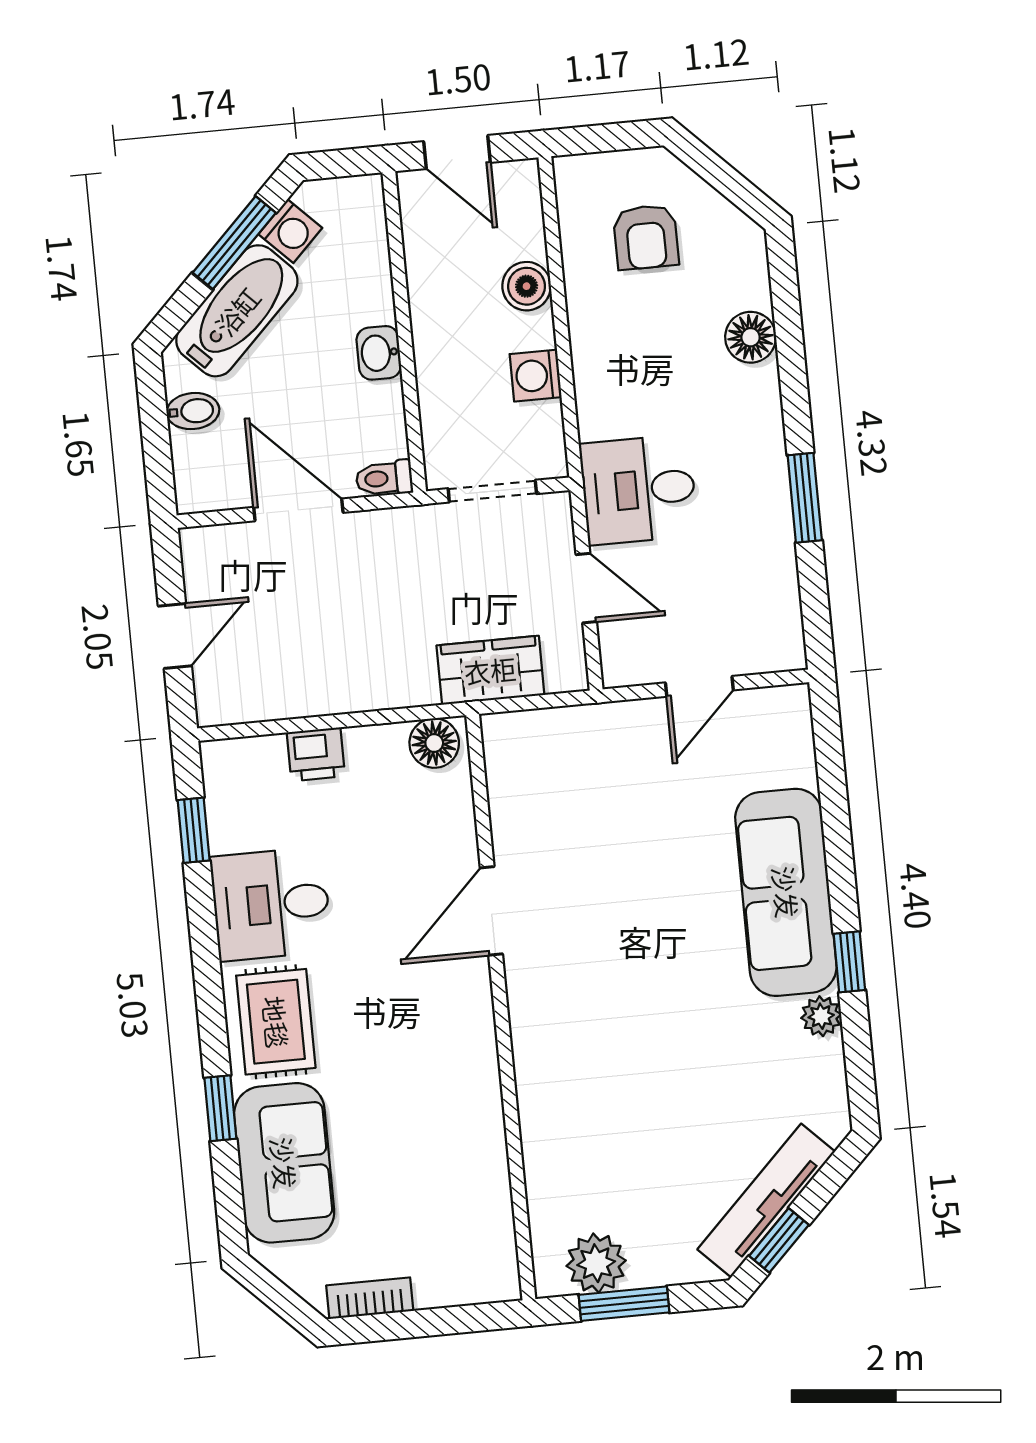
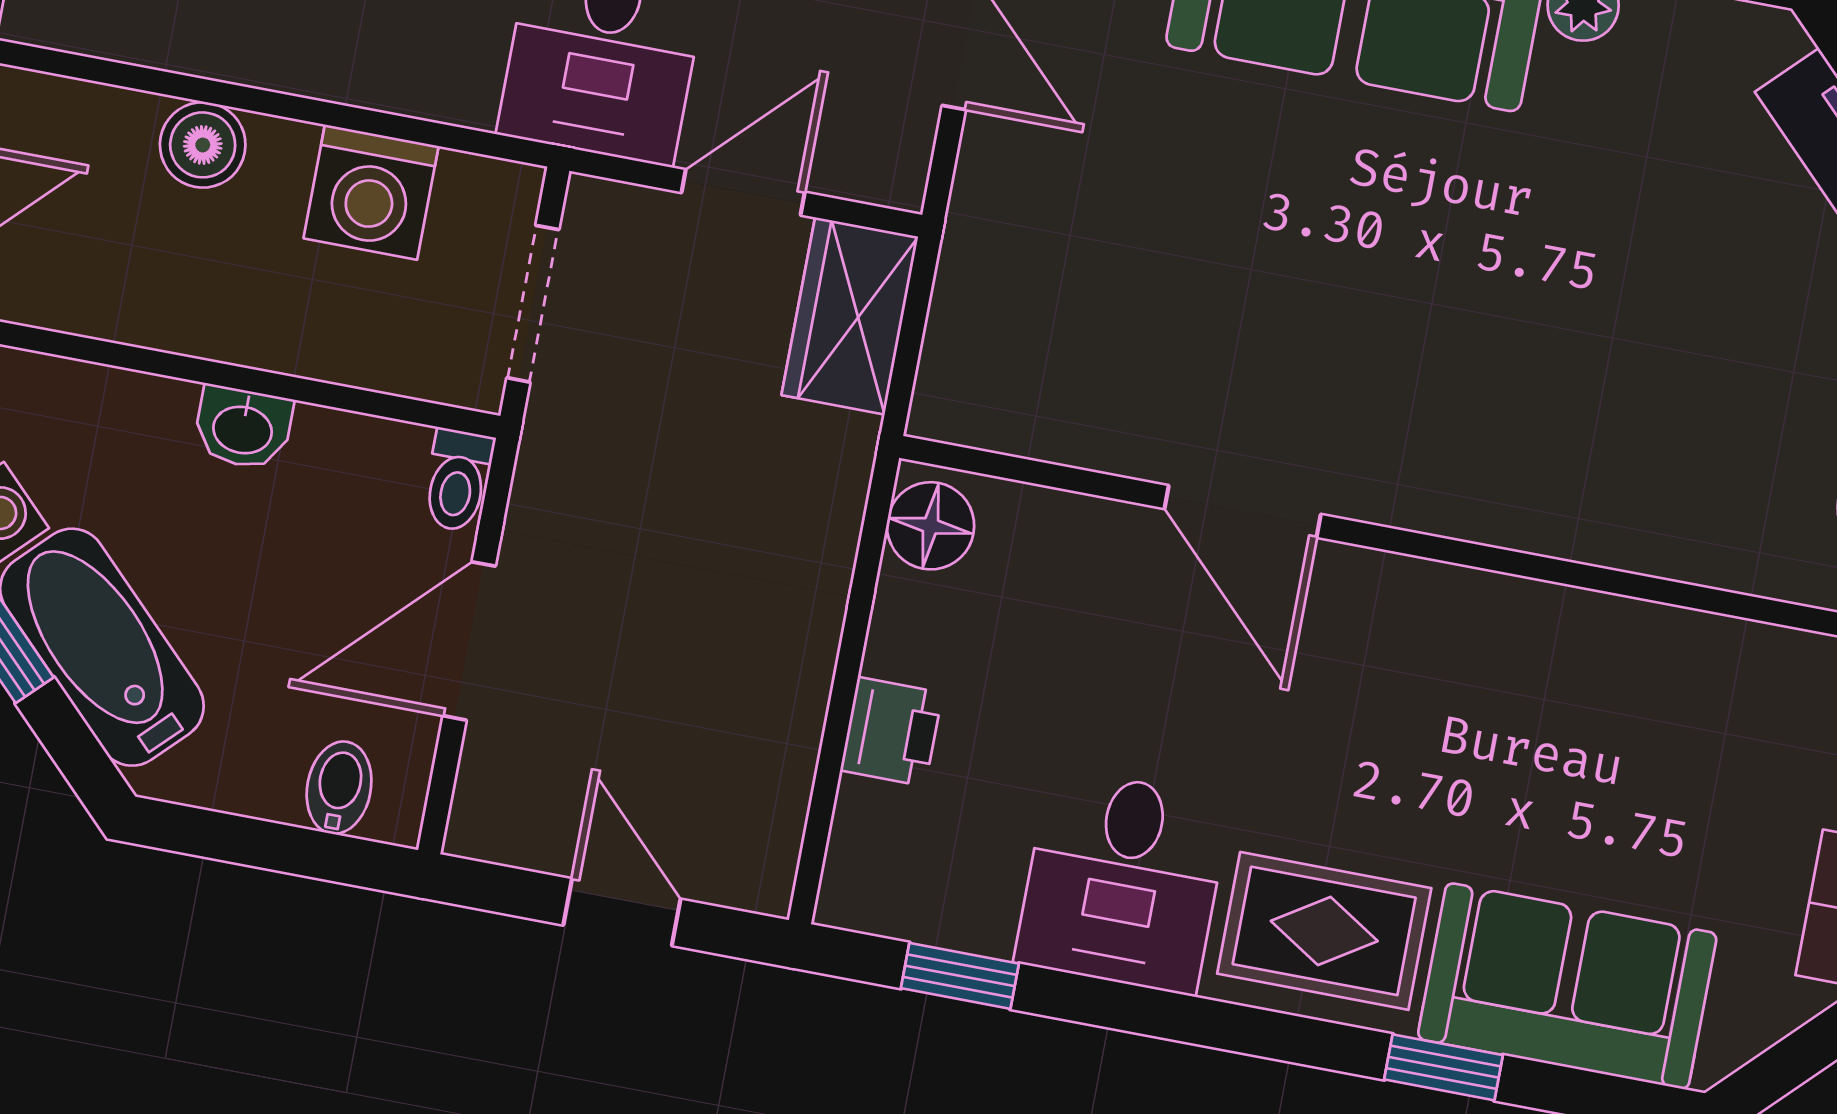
washing machine: (536, 376) -> (371, 192), width x1.38, depth x1.38
bidet: (193, 411) -> (339, 788), moved
wardrobe: (490, 670) -> (850, 316), moved

